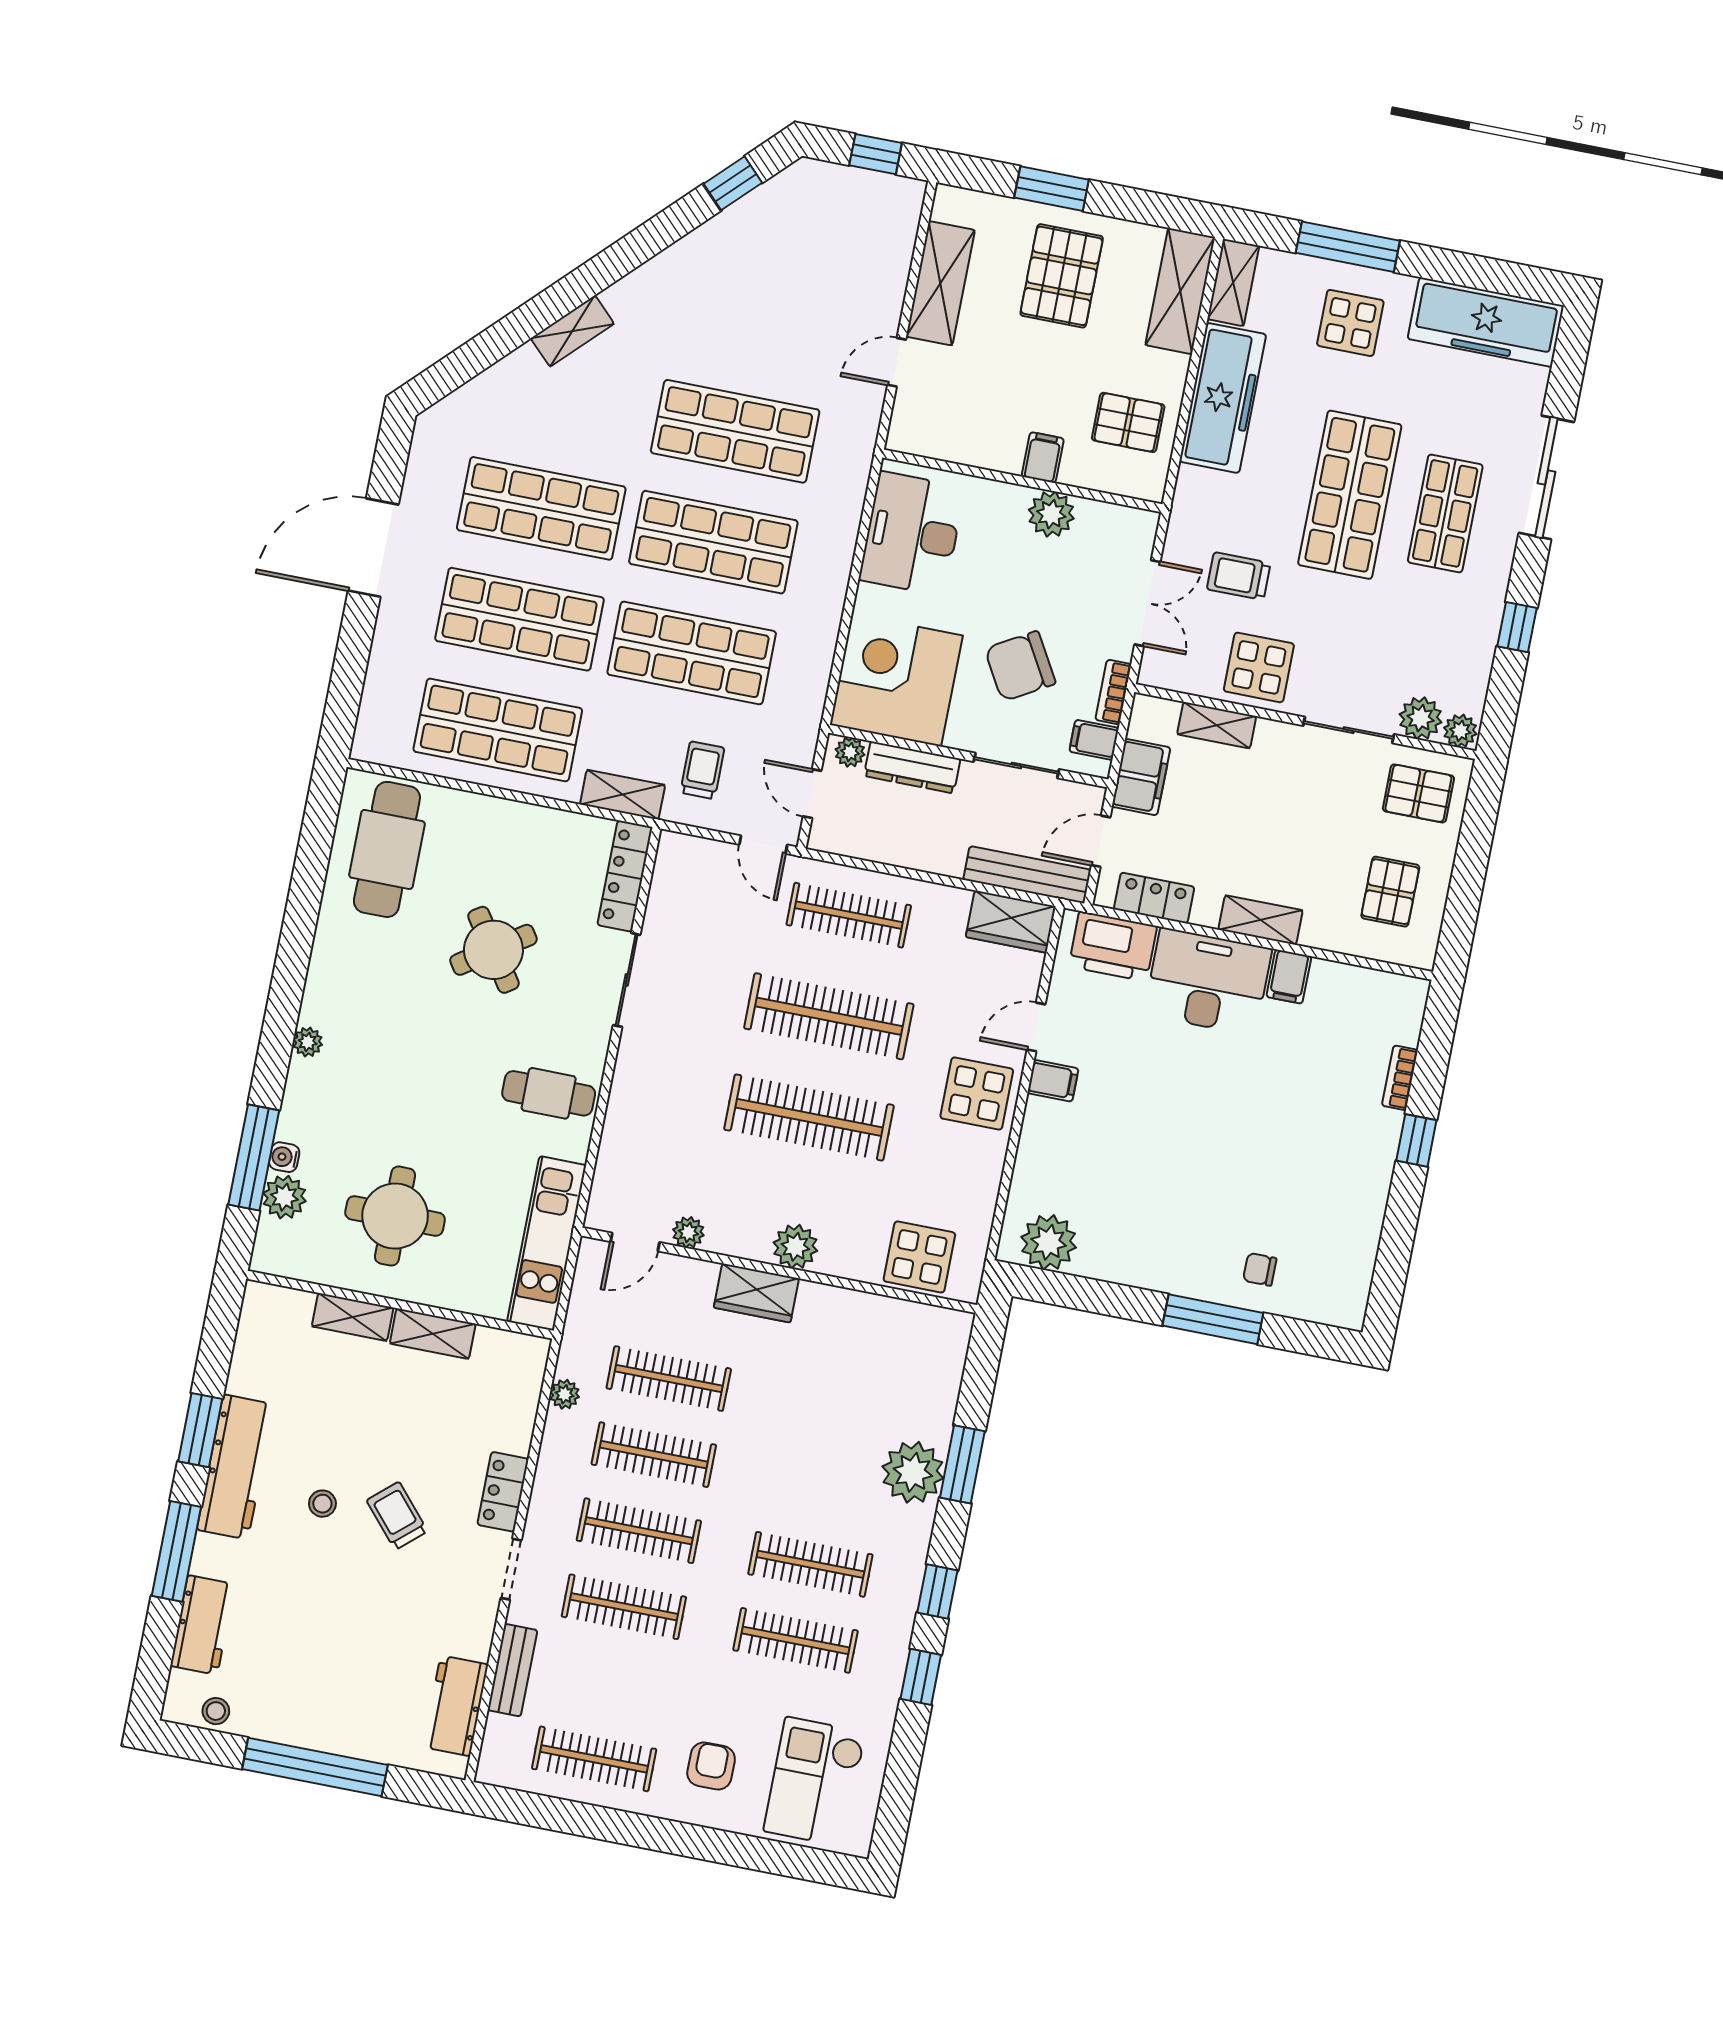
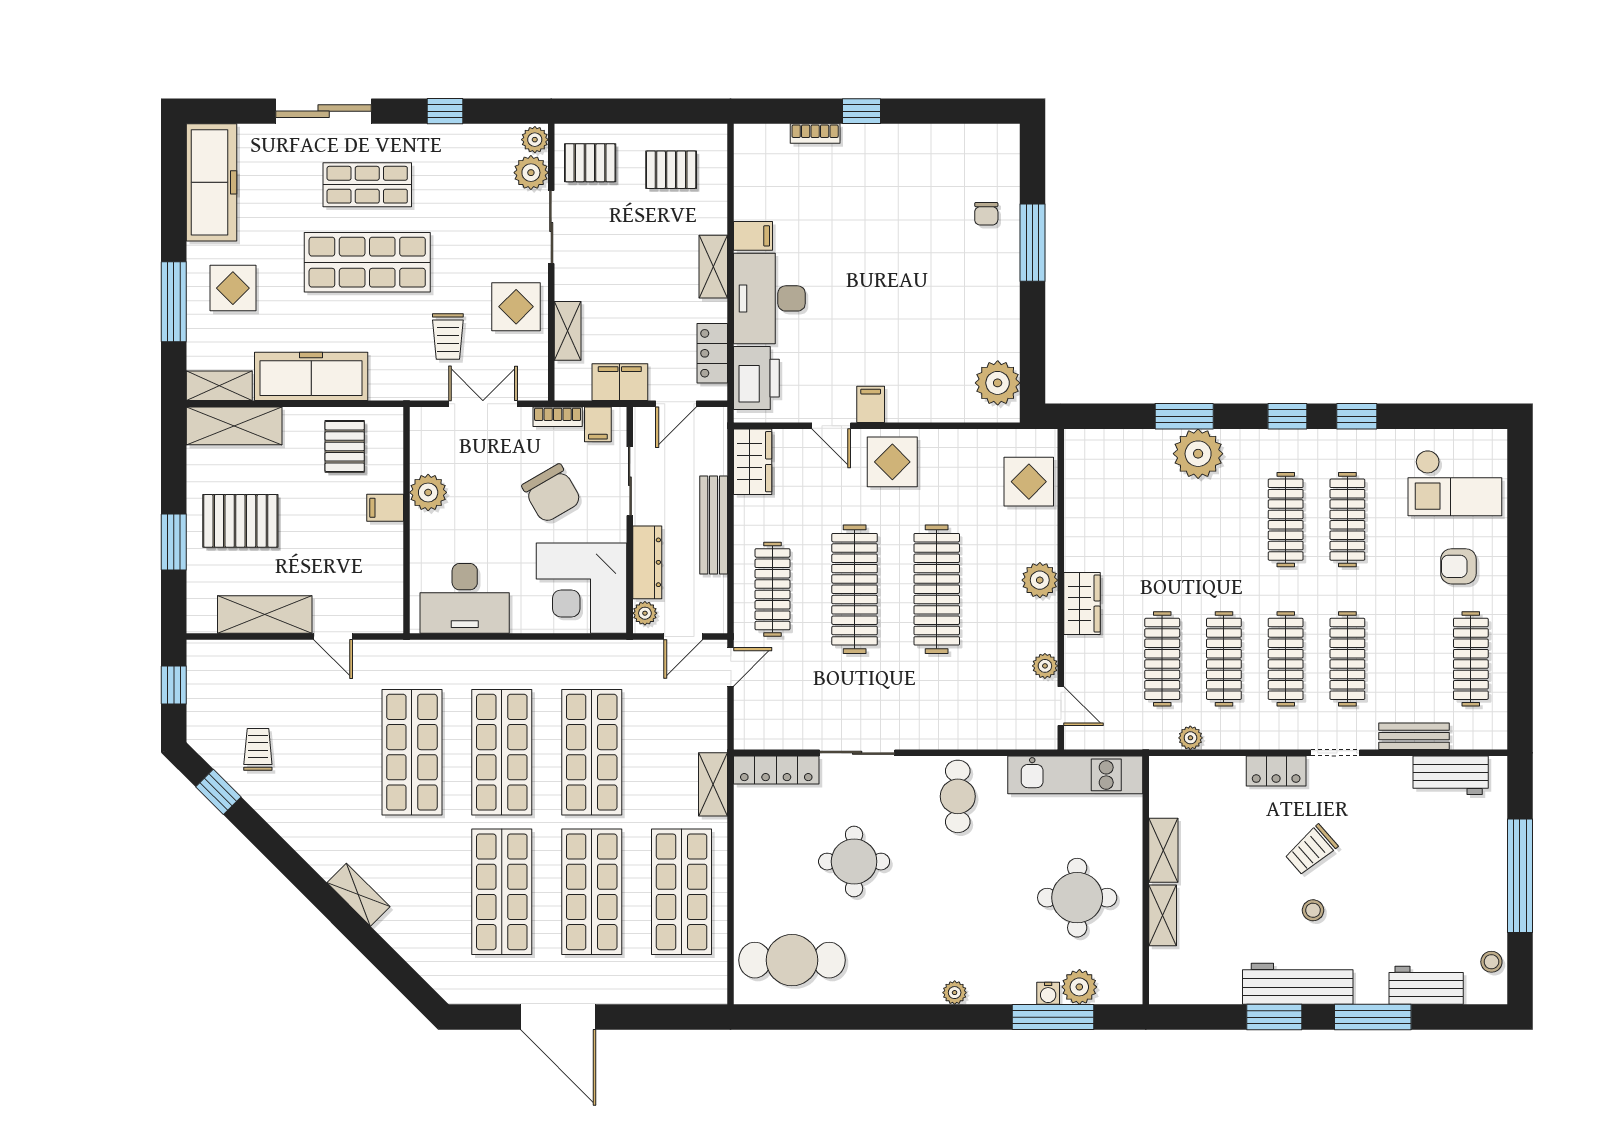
trolley: (702, 770) -> (258, 749), moved, turned 90
pallet: (1418, 793) -> (590, 163), turned 90
door: (1101, 841) -> (676, 404), hinge flipped
bench: (1027, 875) -> (714, 525), moved
round table: (493, 950) -> (854, 862), turned 34

